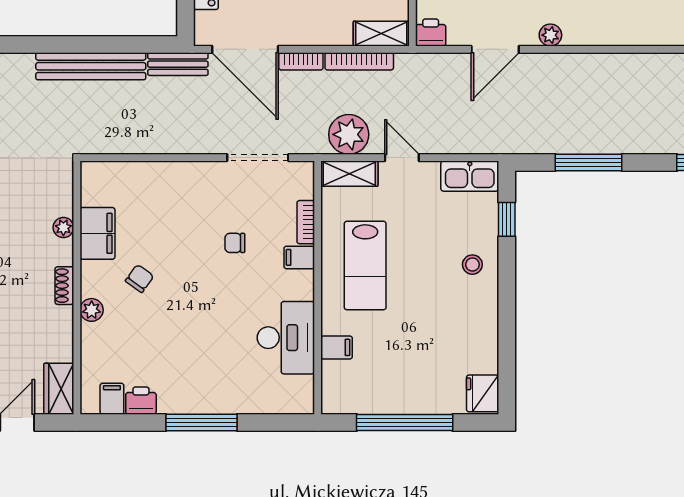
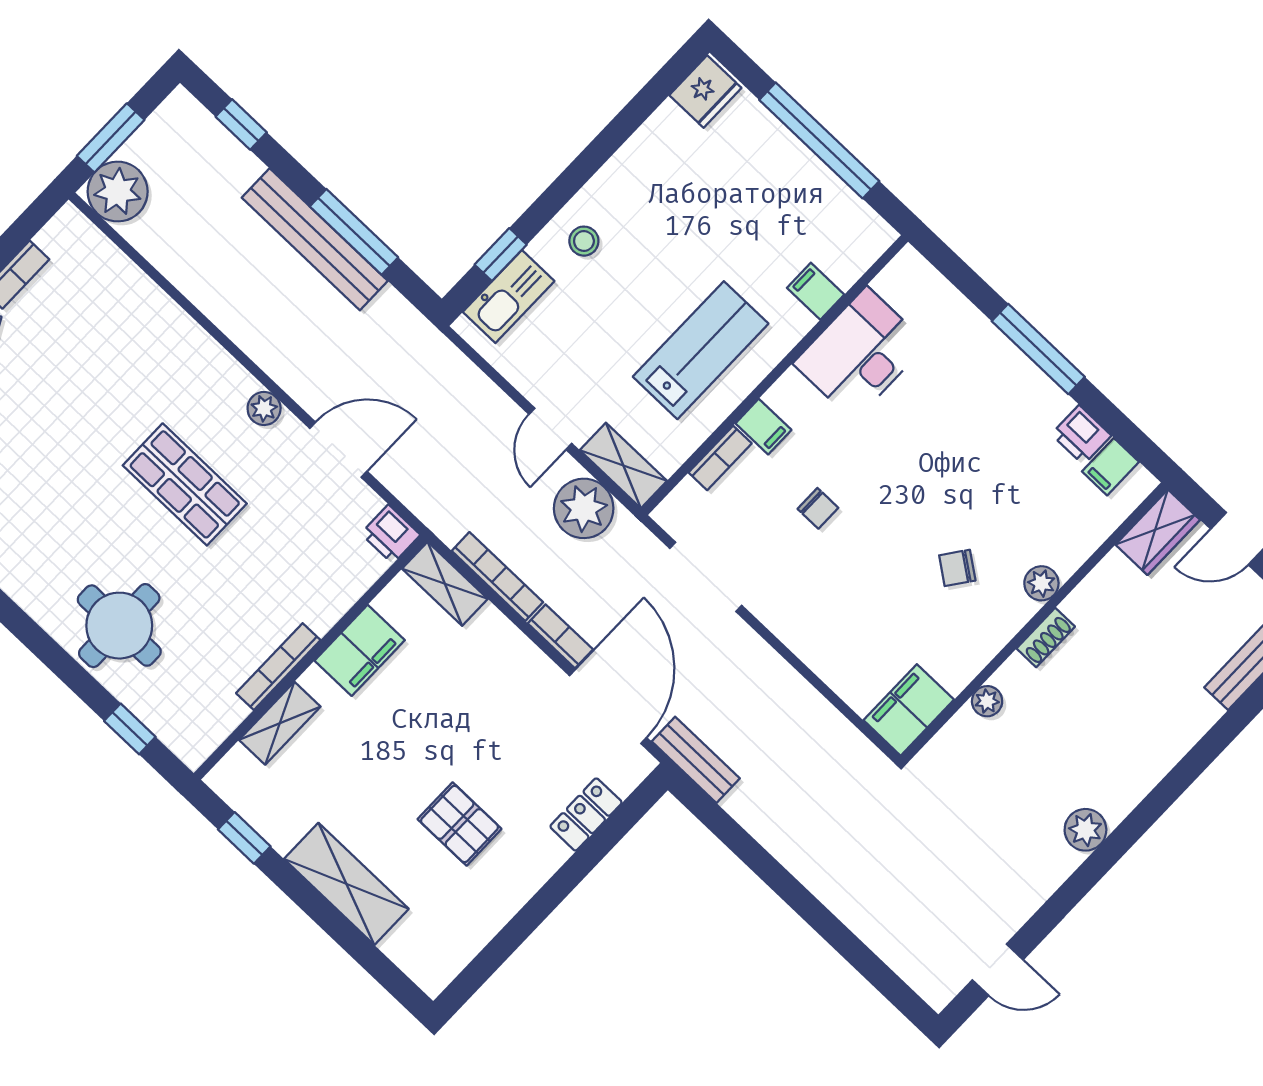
bench: (91, 66) -> (315, 239), moved
kitchen sink: (470, 176) -> (509, 296), moved, turned 90
filing cabinet: (97, 233) -> (909, 710), moved

